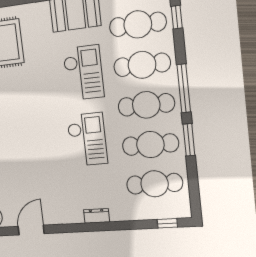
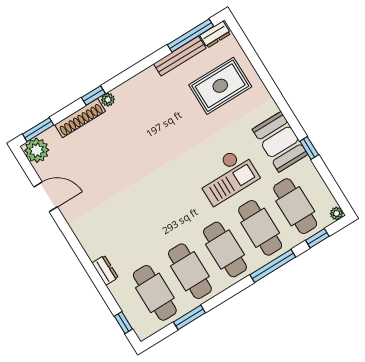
window: (184, 88) -> (273, 266), moved
checkout: (87, 139) -> (165, 210), removed
window: (189, 140) -> (189, 317), moved
dresser: (97, 216) -> (105, 270), moved

